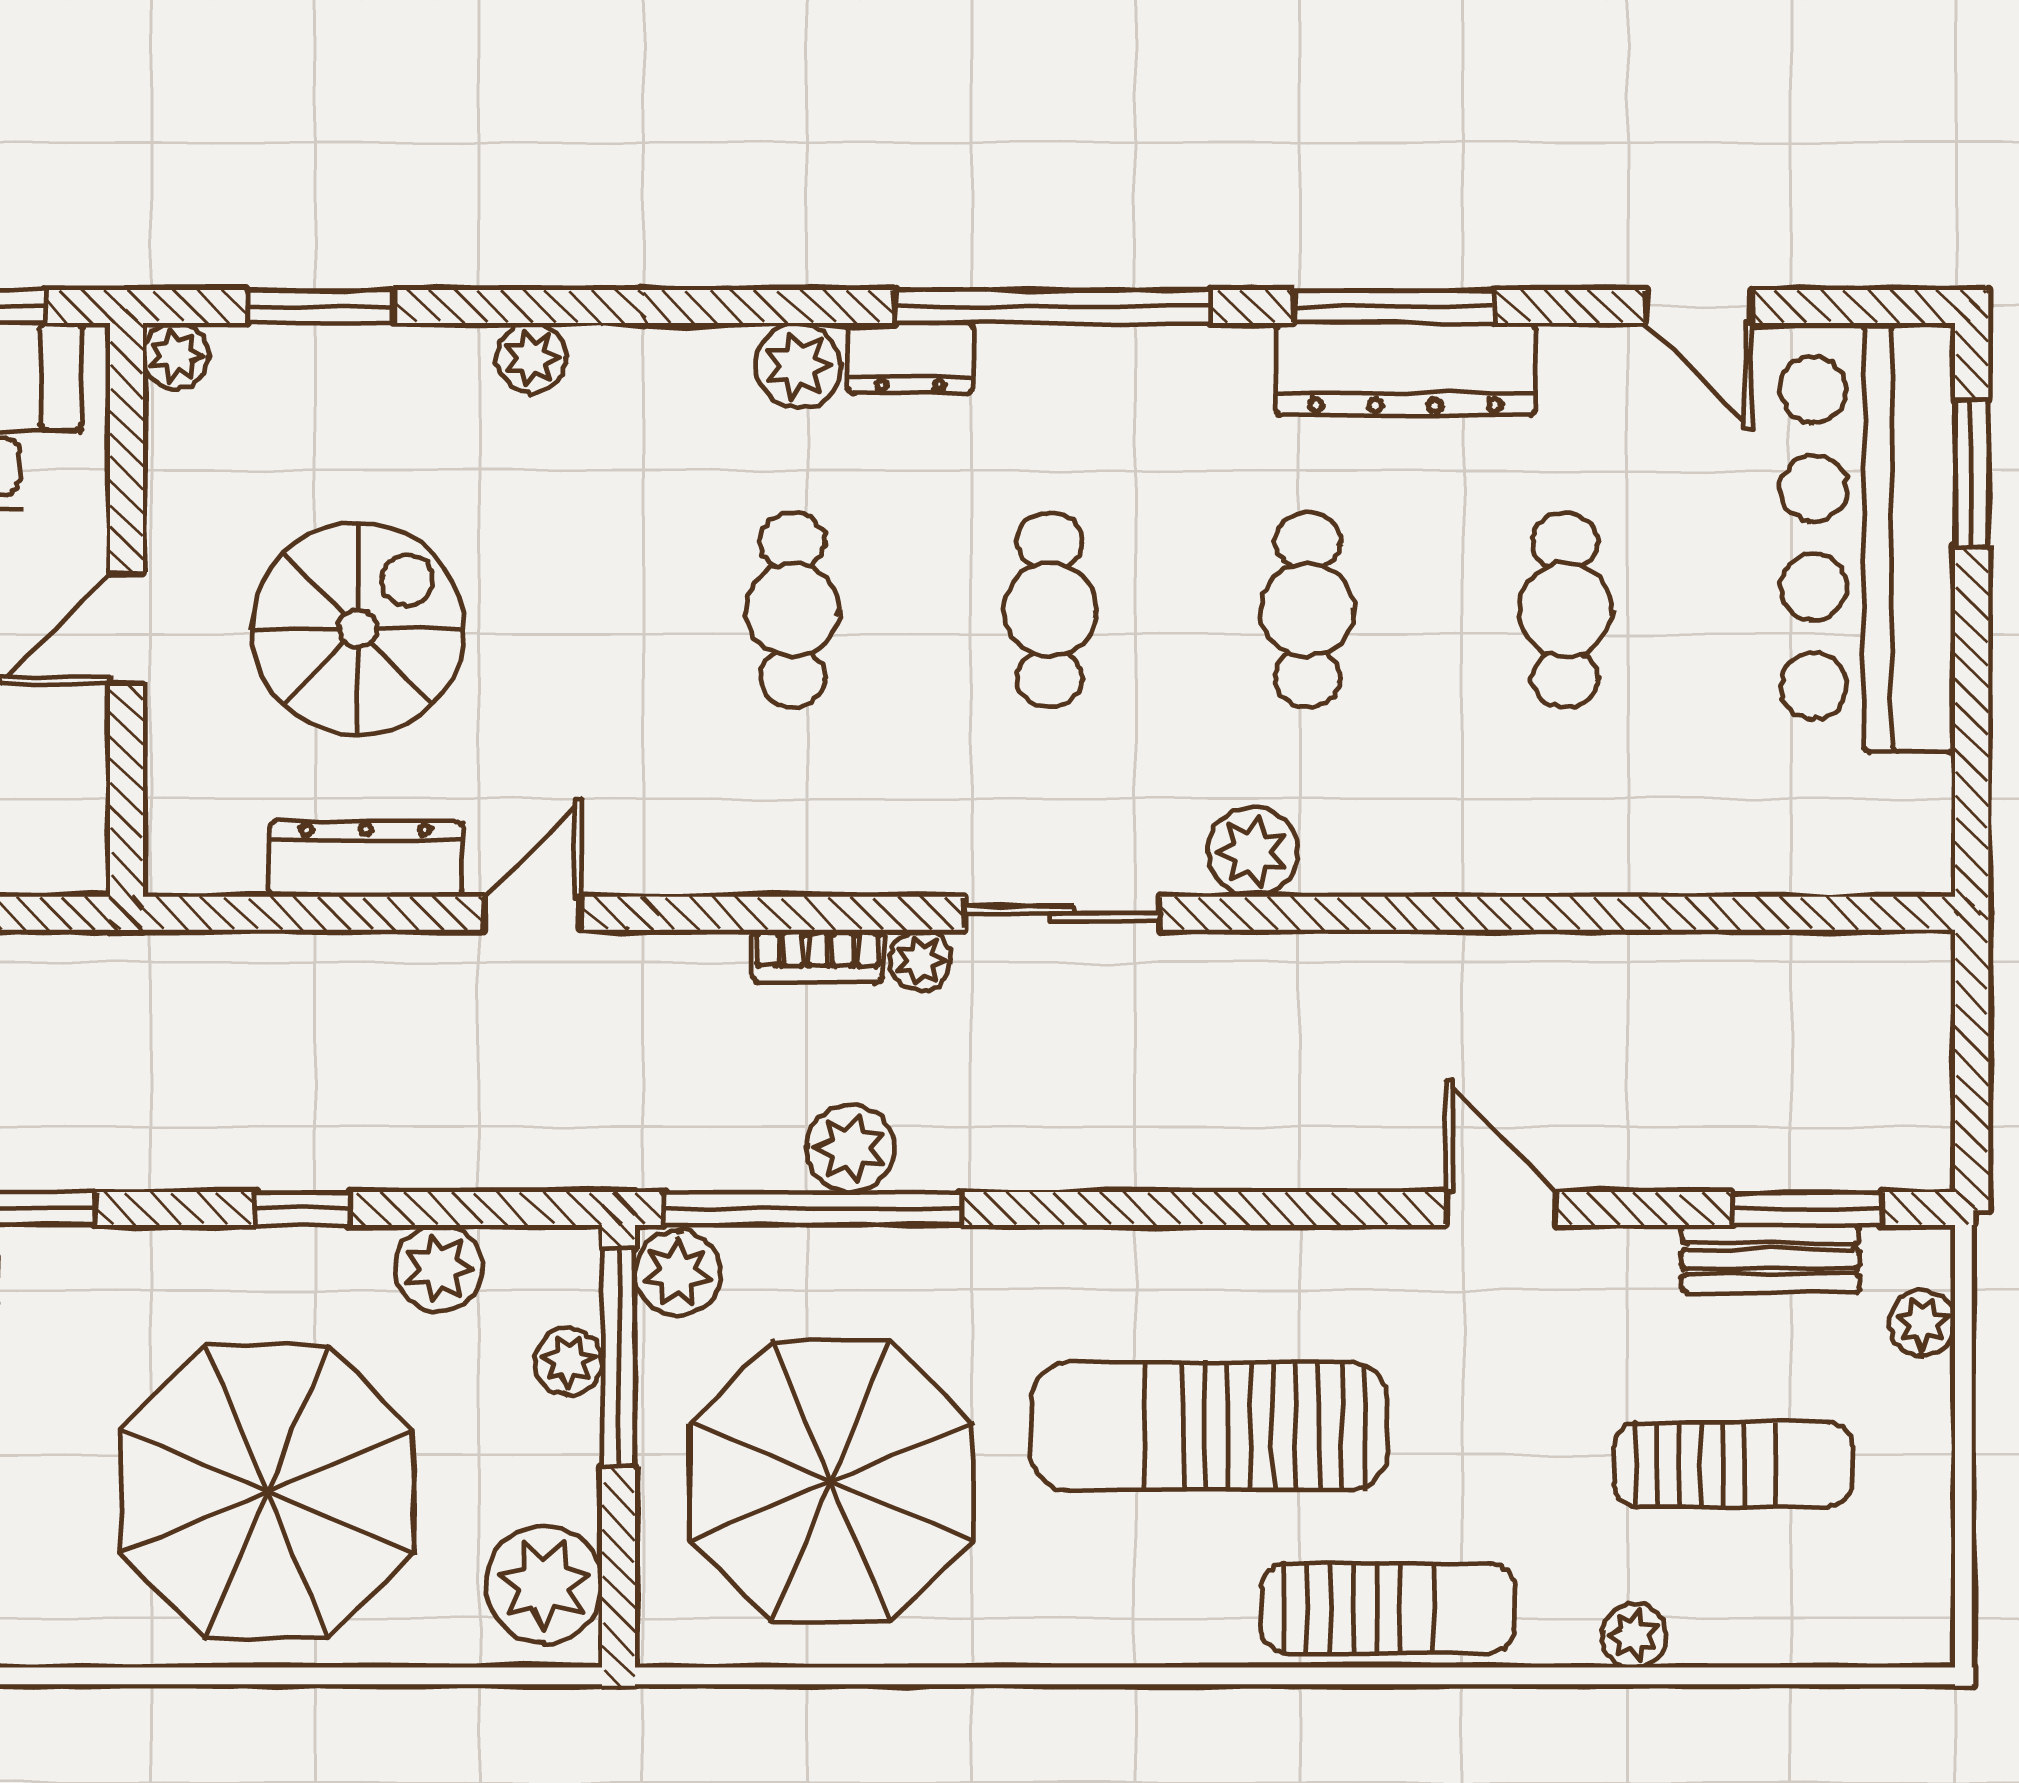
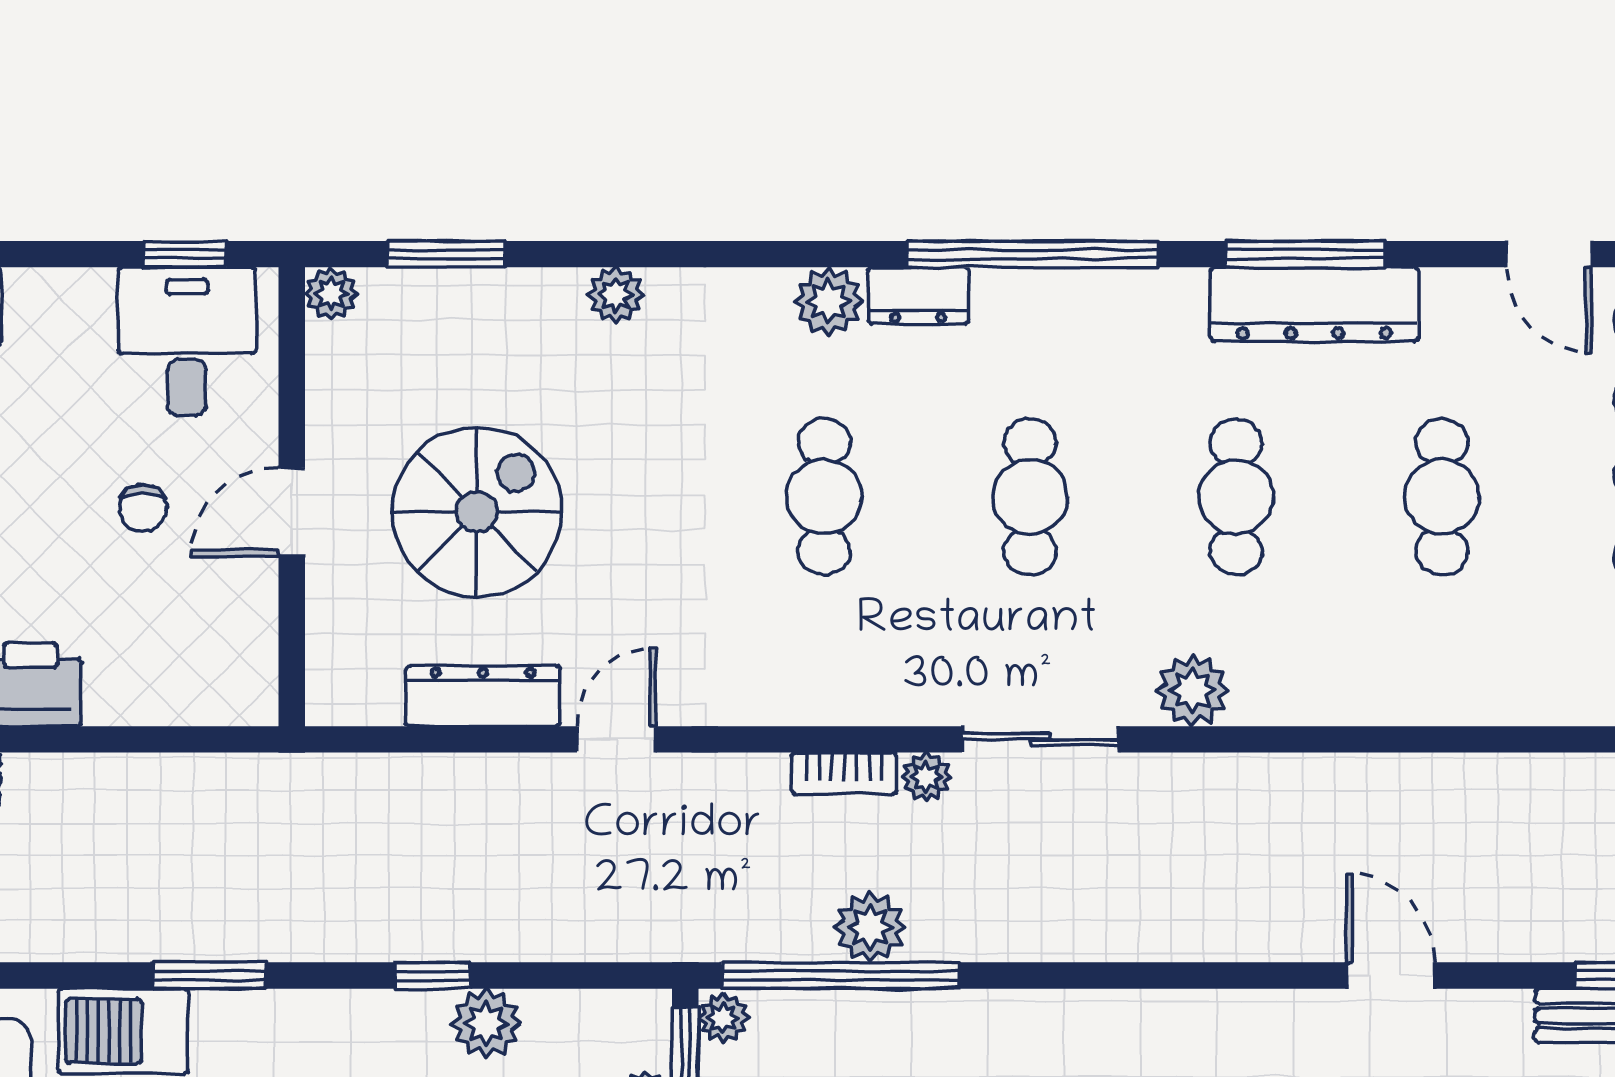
plant: (439, 1268) -> (486, 1023), moved
plant: (678, 1273) -> (723, 1018), width x0.73, depth x0.73

